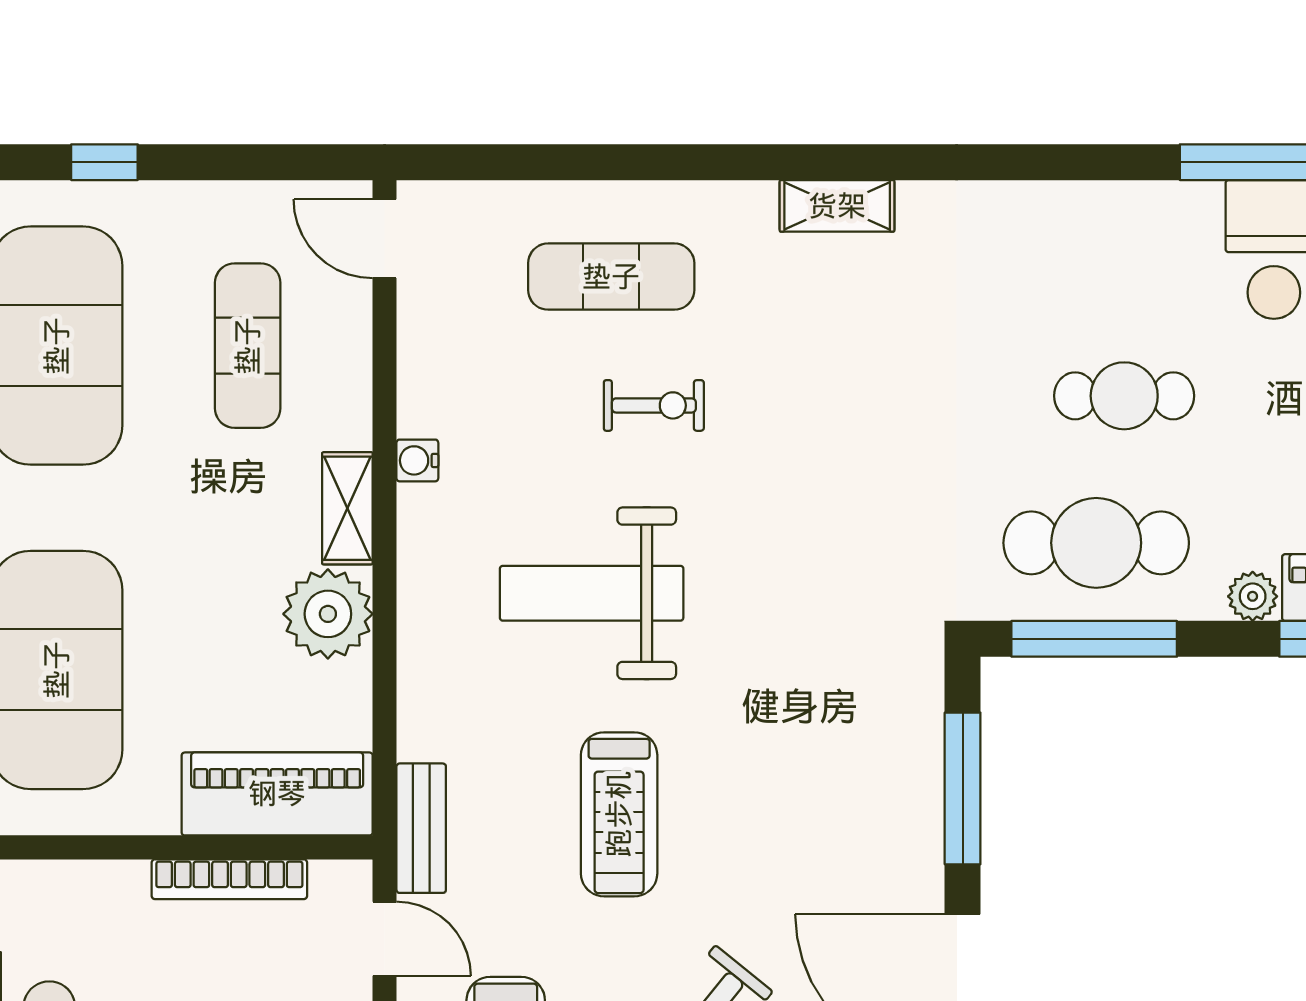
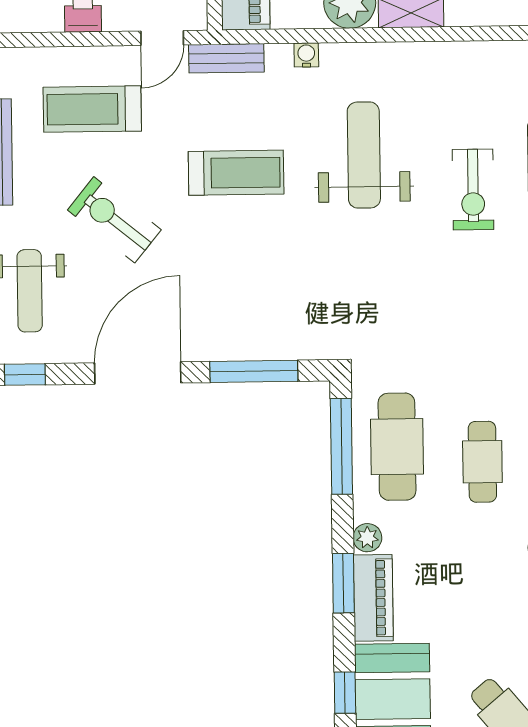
exercise bike: (654, 405) -> (473, 190), width x1.38, depth x1.39
water cooler: (417, 460) -> (306, 55), moved
treadmill: (619, 814) -> (236, 173), turned 180

